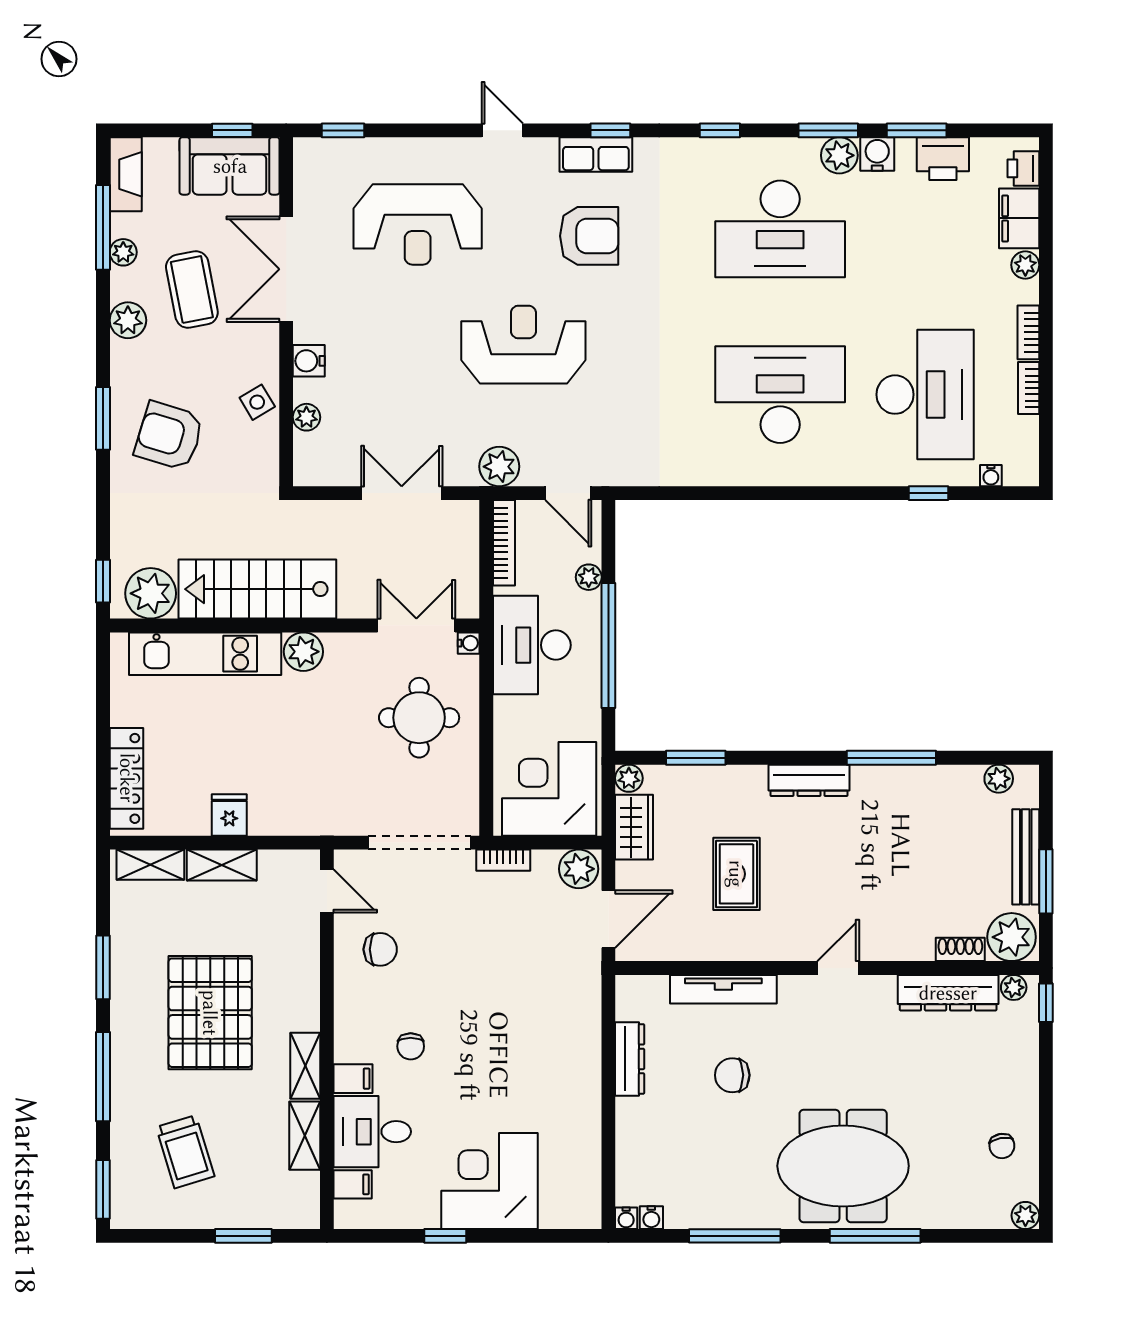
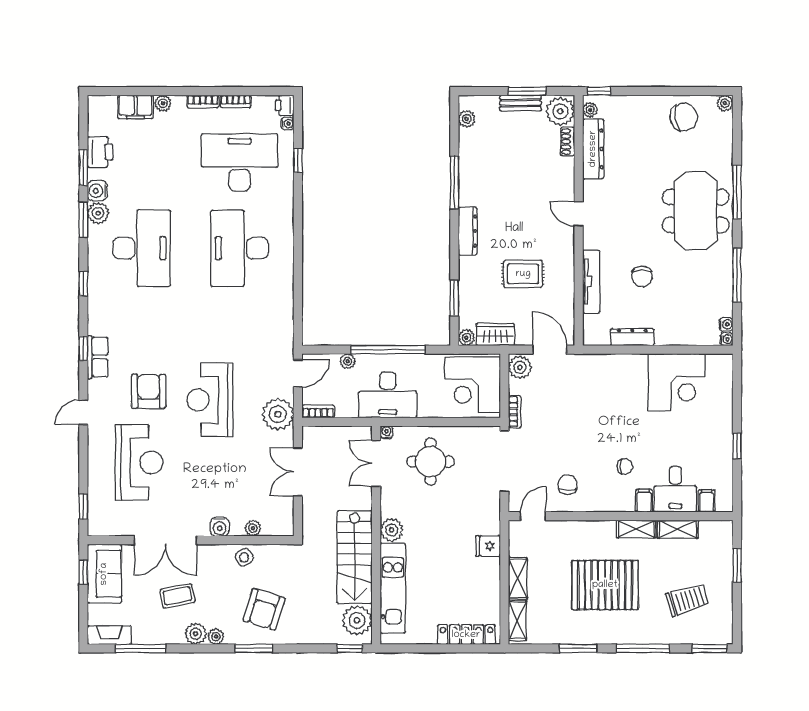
printer: (1023, 168) -> (285, 105), moved, turned 90
armchair: (589, 236) -> (149, 391), moved
plant: (123, 252) -> (216, 637), moved
coffee table: (192, 290) -> (178, 596), width x0.73, depth x0.77
plant: (499, 467) -> (278, 414), width x1.36, depth x1.36
bookcase: (504, 543) -> (318, 411), width x0.64
fridge: (229, 815) -> (488, 546), moved
bench: (1026, 857) -> (520, 103), width x0.73
chair: (1002, 1146) -> (684, 117), width x1.87, depth x1.87
corner desk: (489, 1181) -> (677, 382), moved, turned -90

